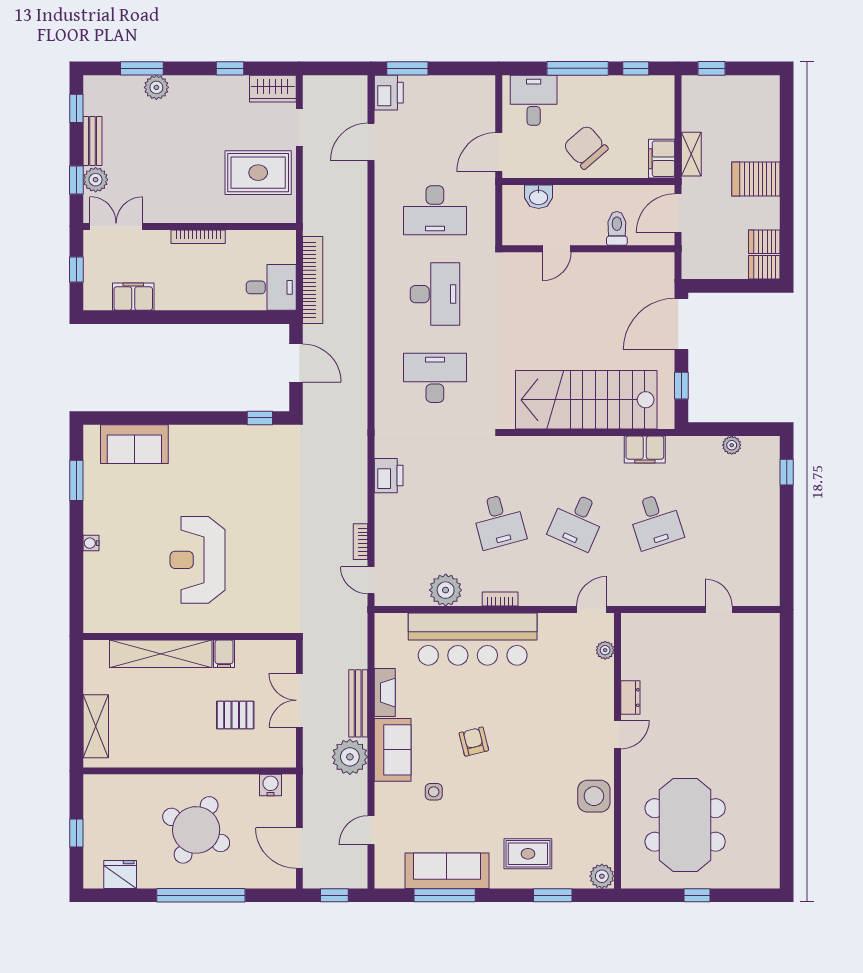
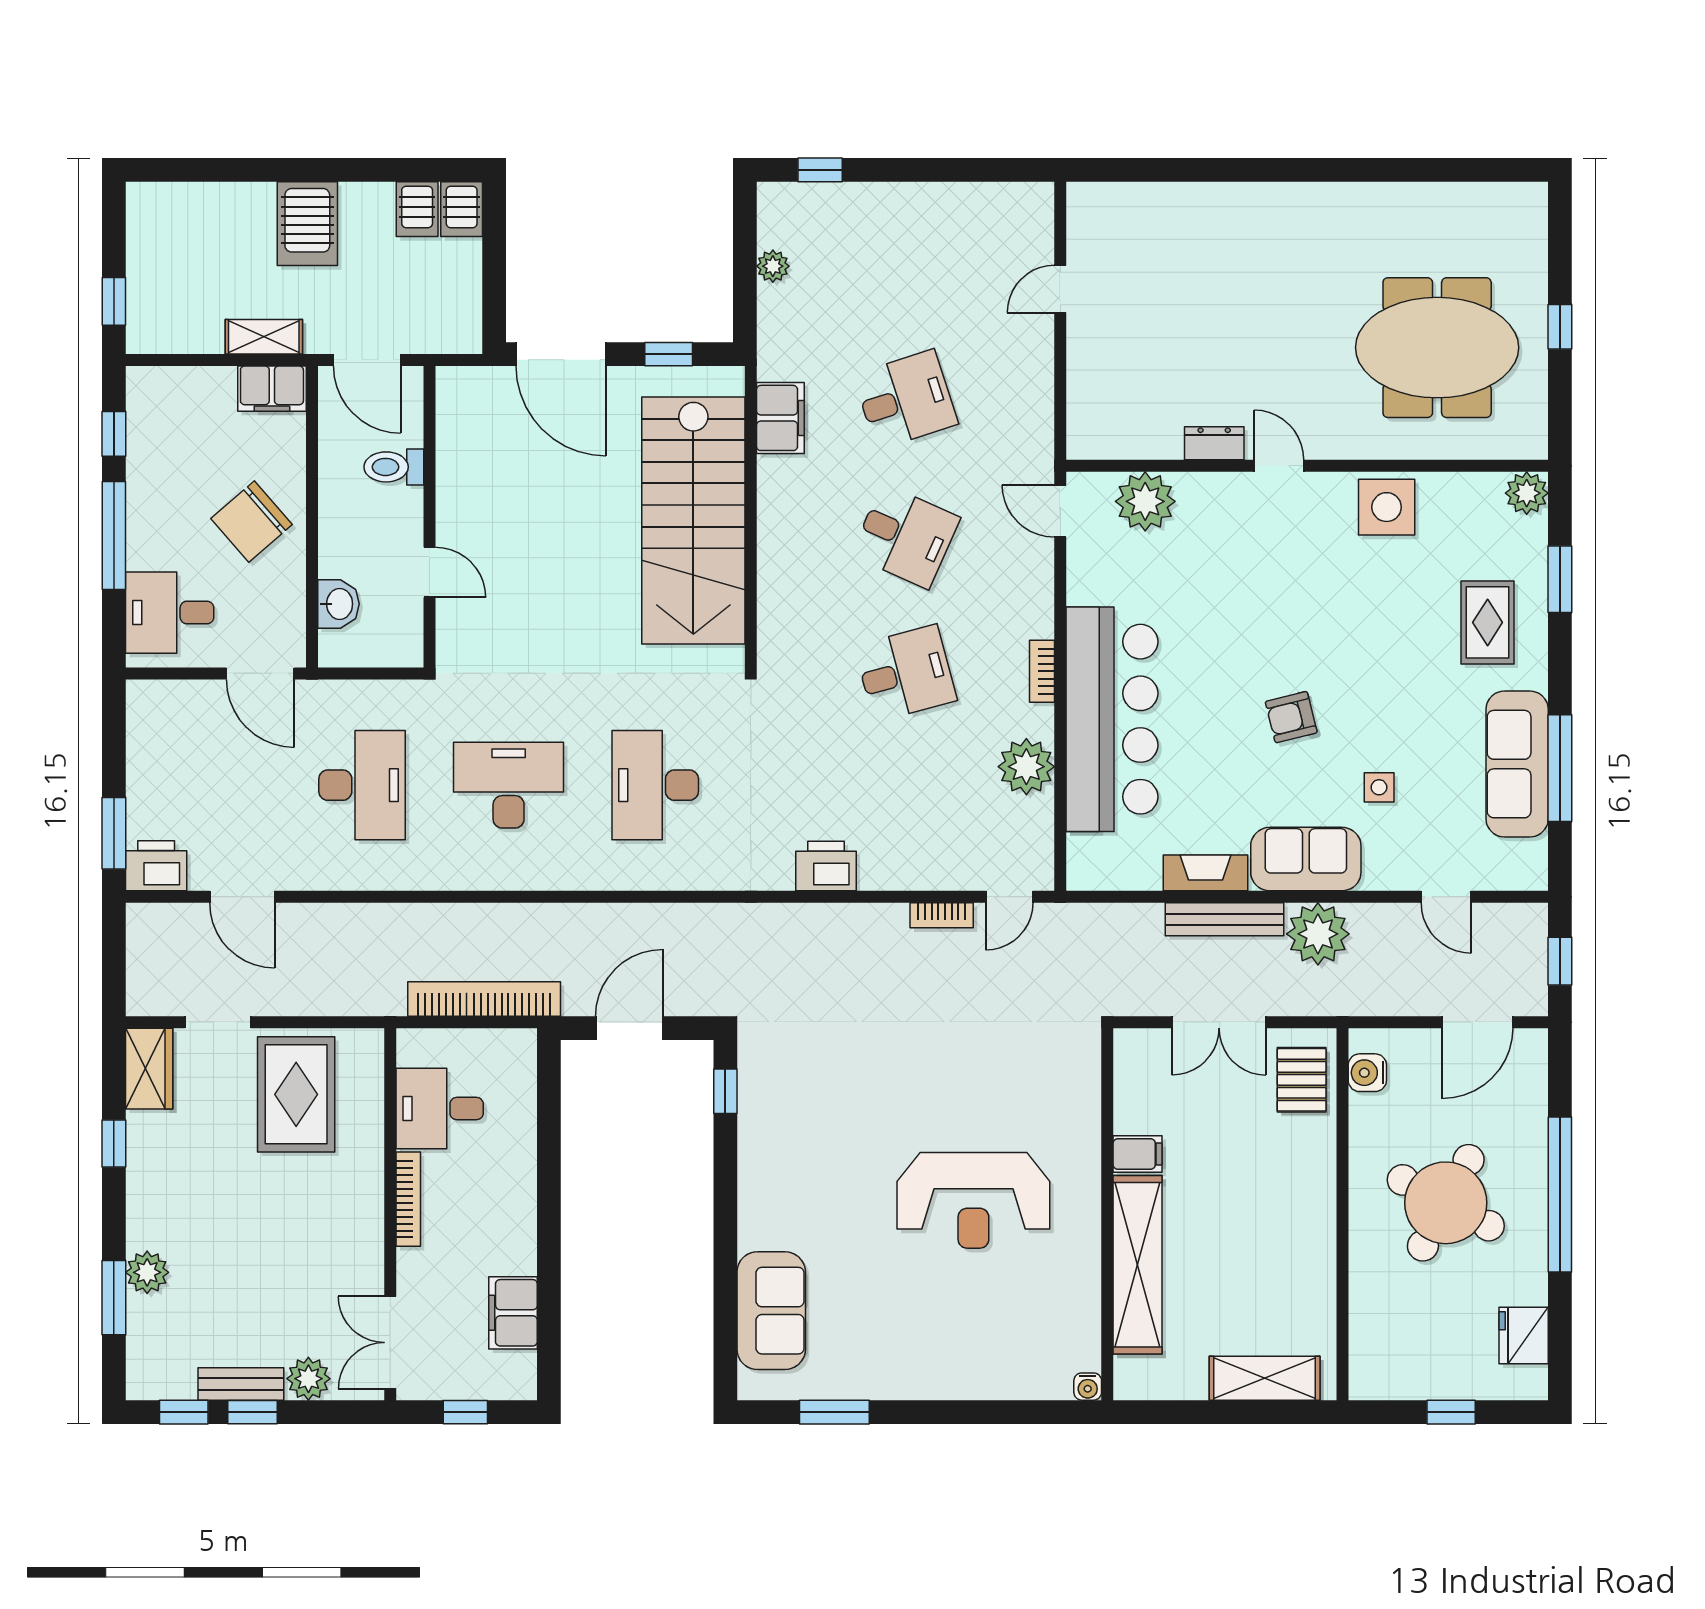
window: (76, 180) -> (252, 1412), moved
desk: (271, 287) -> (440, 1109), moved, turned -90
water cooler: (91, 543) -> (1088, 1387), moved
plant: (605, 650) -> (1145, 501), width x1.87, depth x1.87
pallet: (235, 715) -> (1302, 1080), moved

